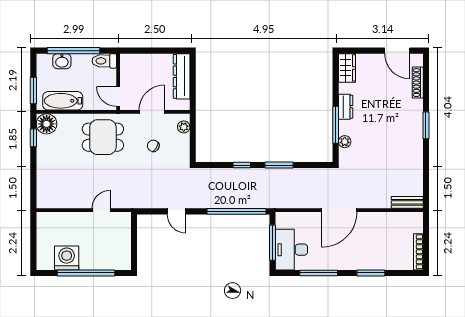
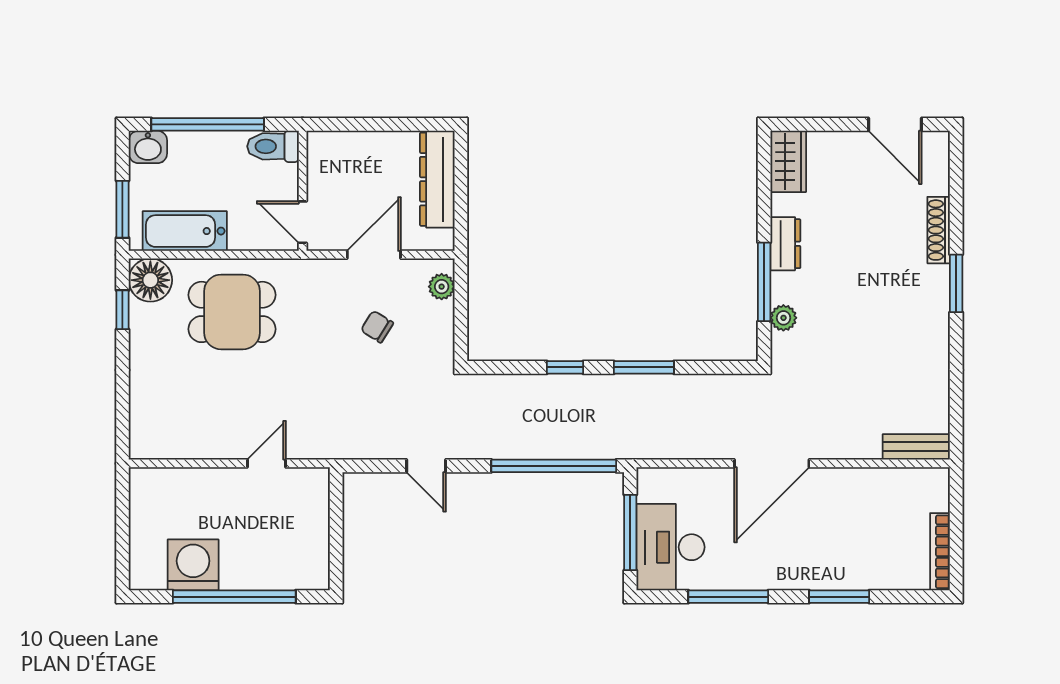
washbasin: (62, 61) -> (148, 147), moved
shoe rack: (418, 83) -> (939, 230), moved
dining table: (103, 137) -> (232, 312), moved

